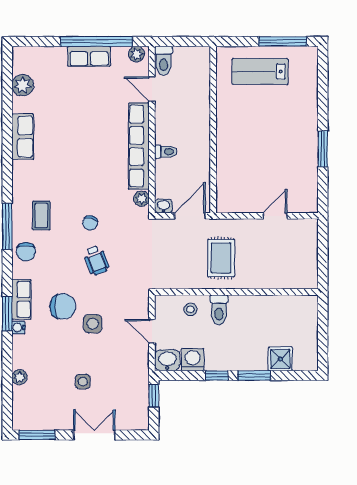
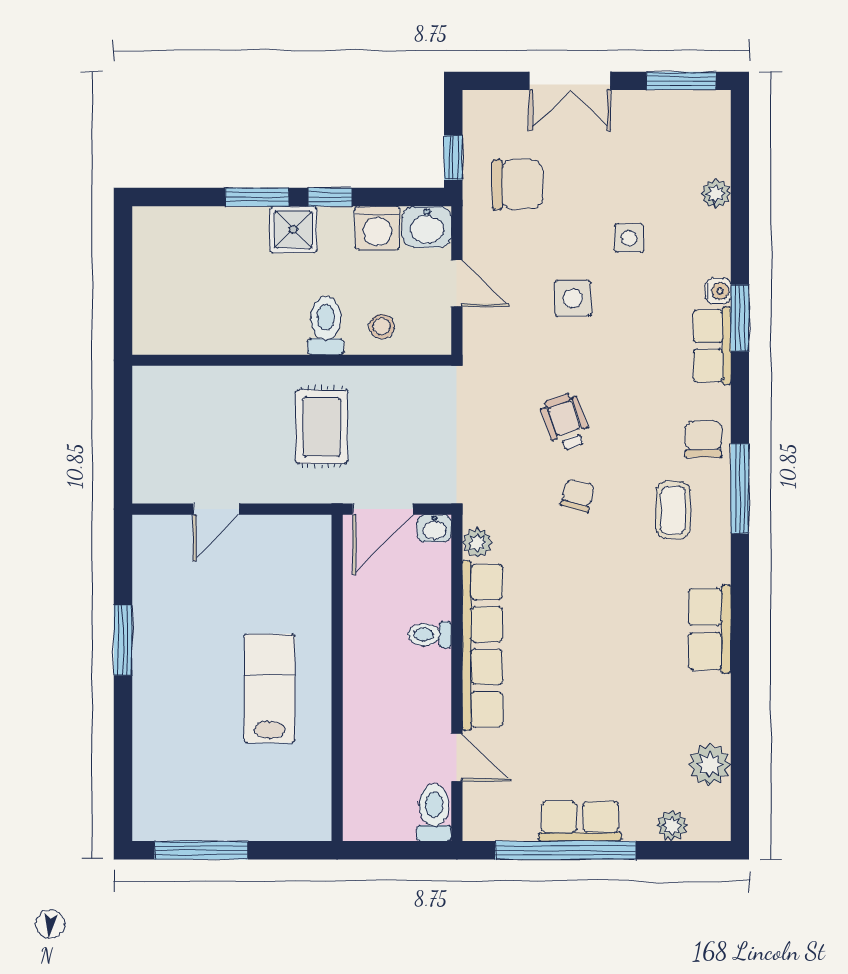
plant: (136, 54) -> (672, 826), moved
lab bench: (260, 71) -> (270, 688), moved, turned -90
row of seats: (23, 137) -> (710, 629), moved
chair: (63, 306) -> (517, 184), moved, turned 180
shower: (280, 359) -> (293, 230), moved
side table: (83, 382) -> (629, 238), moved

